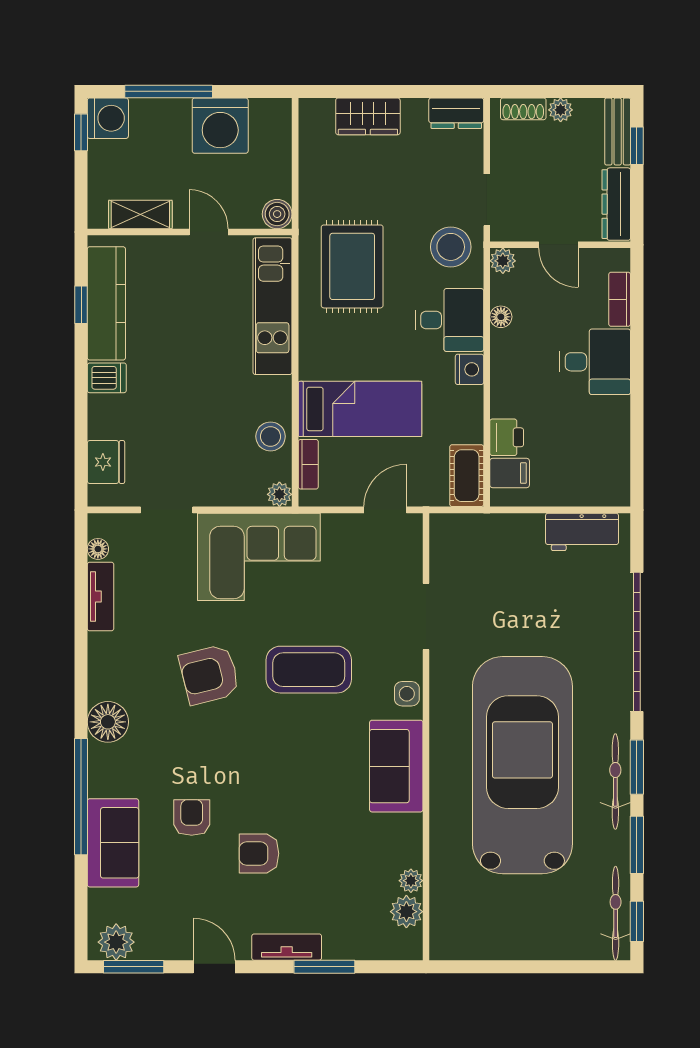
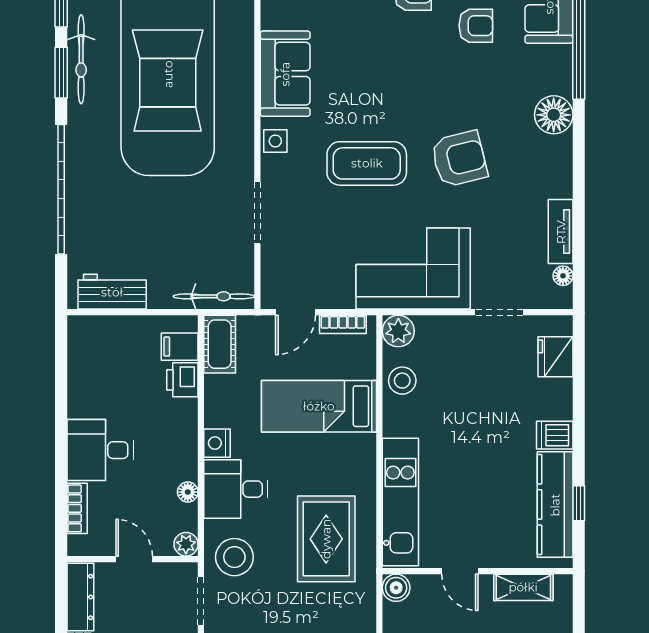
bookcase: (308, 464) -> (343, 324), moved, turned -90
plant: (279, 494) -> (398, 331), width x1.38, depth x1.38
bicycle: (473, 527) -> (214, 296), added
armchair: (192, 818) -> (476, 26), turned -90

